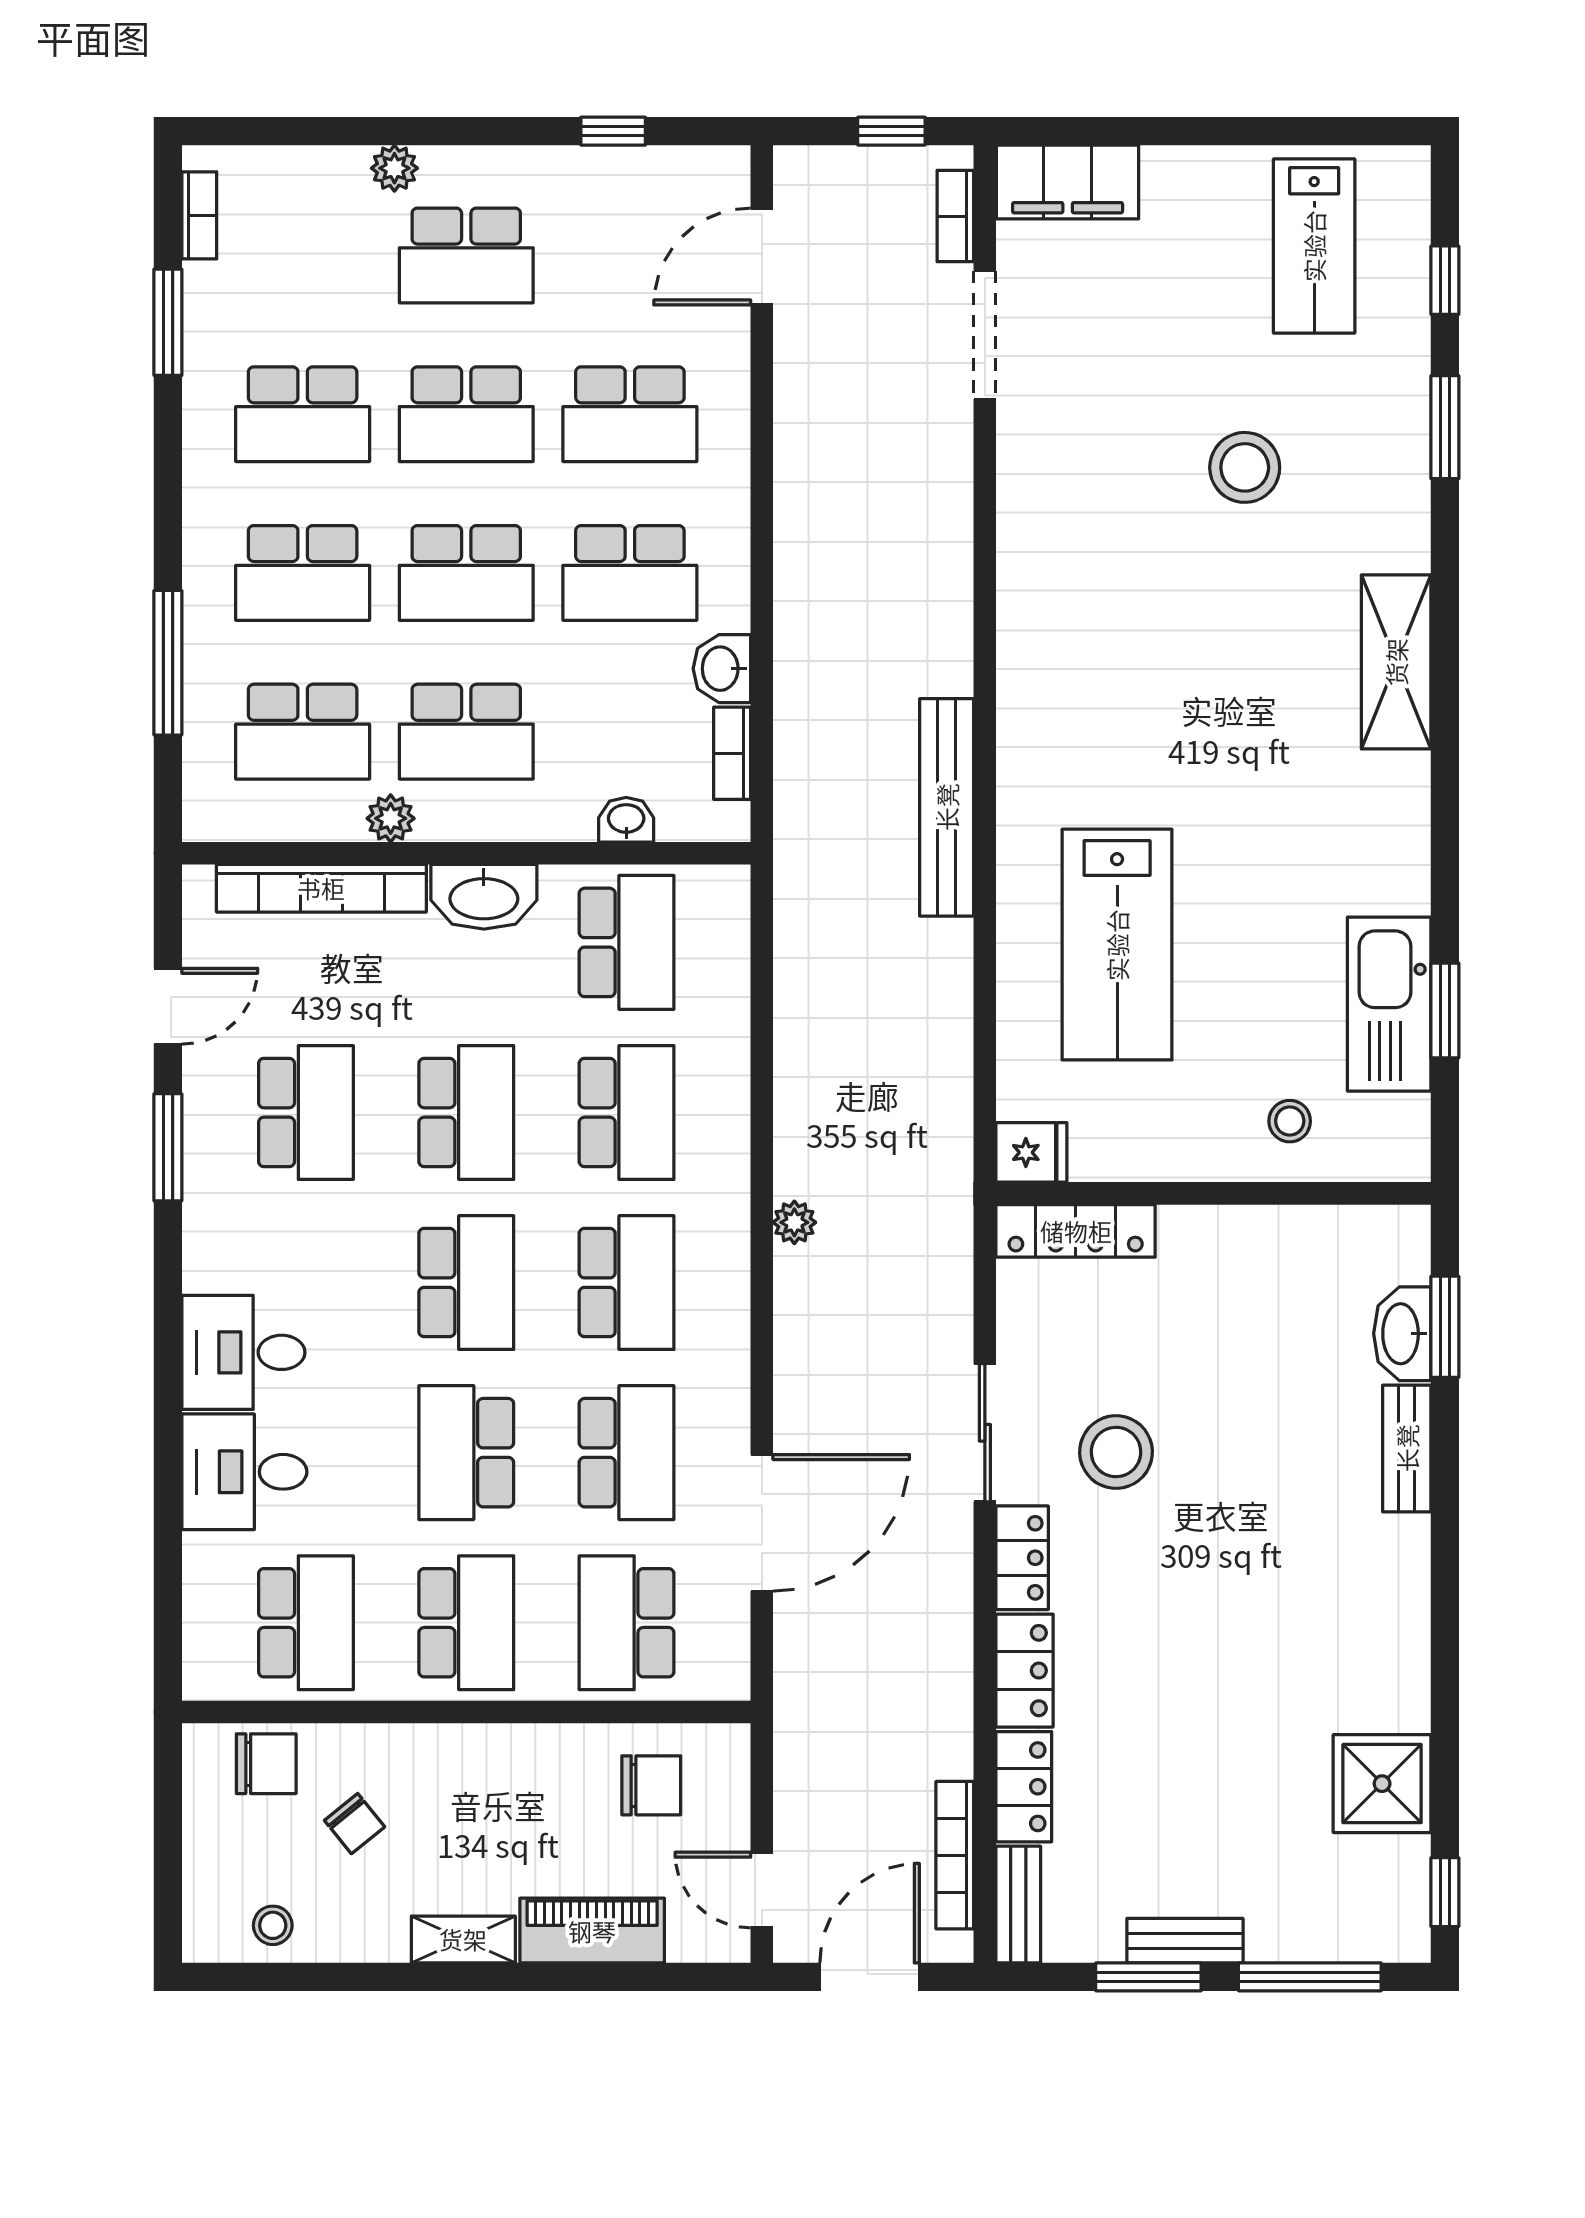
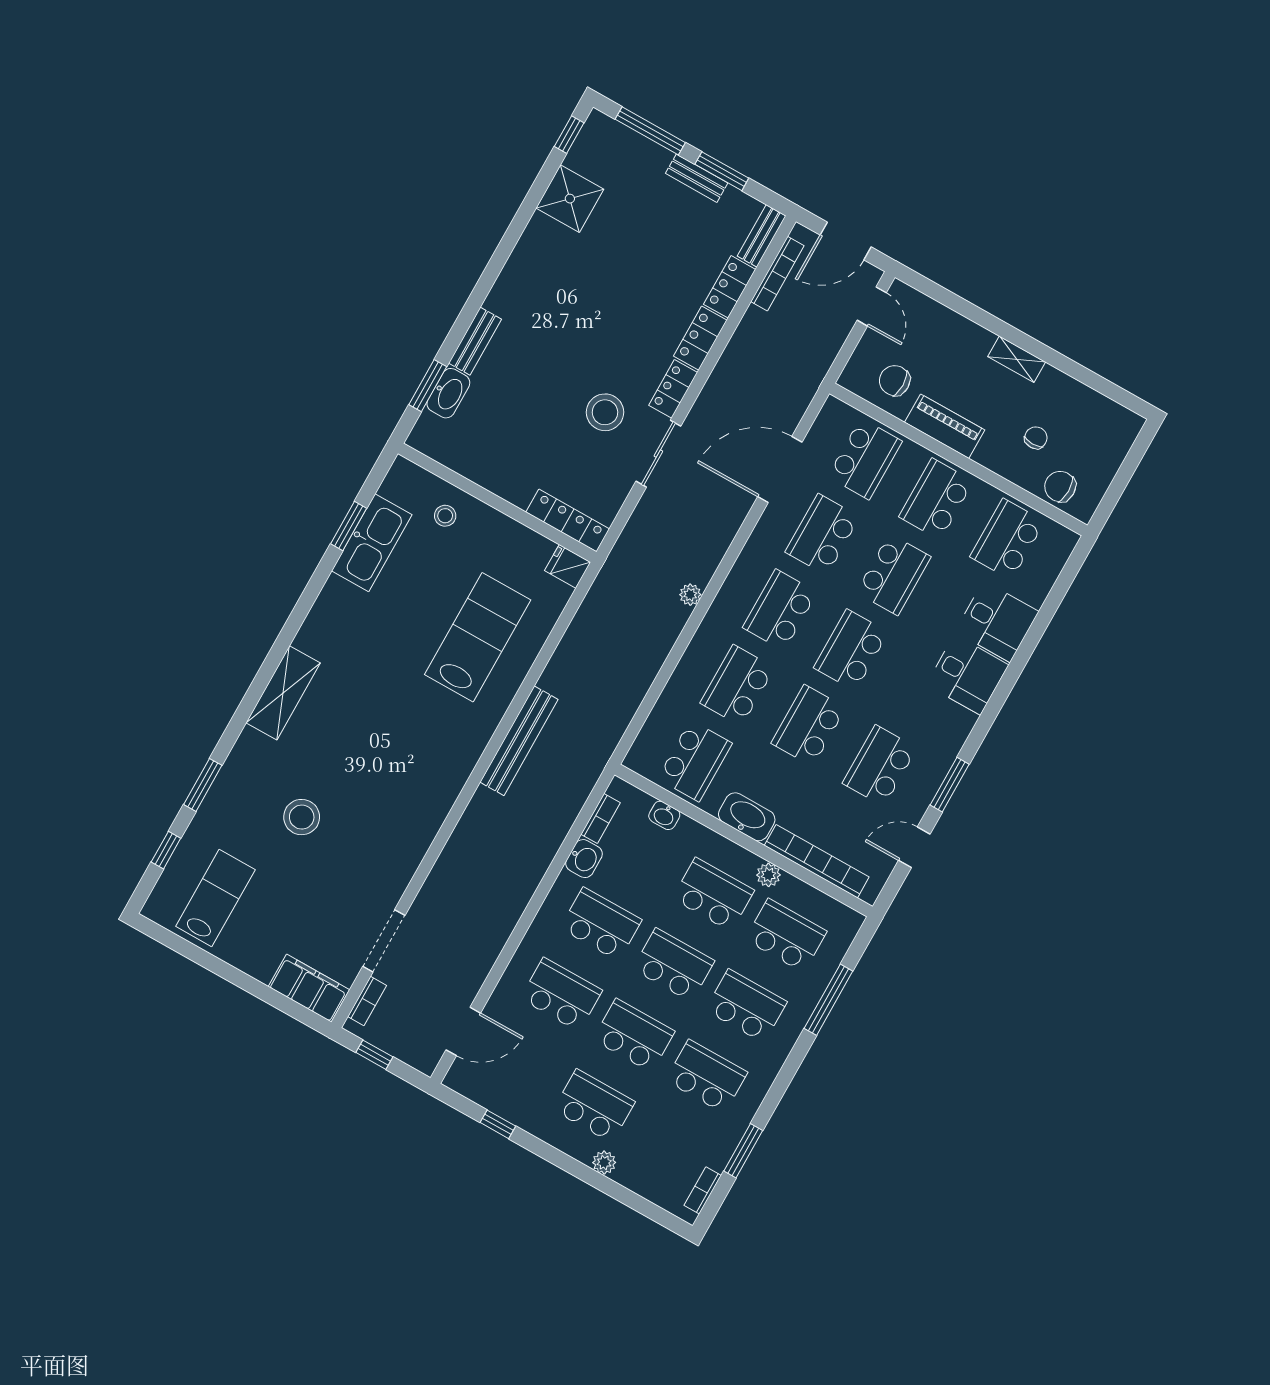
school desk: (627, 942) -> (695, 761), turned 180
chair: (355, 1824) -> (1036, 438), turned 39
stool: (273, 1925) -> (1098, 413), removed
piano: (592, 1931) -> (945, 426), moved, turned 180

